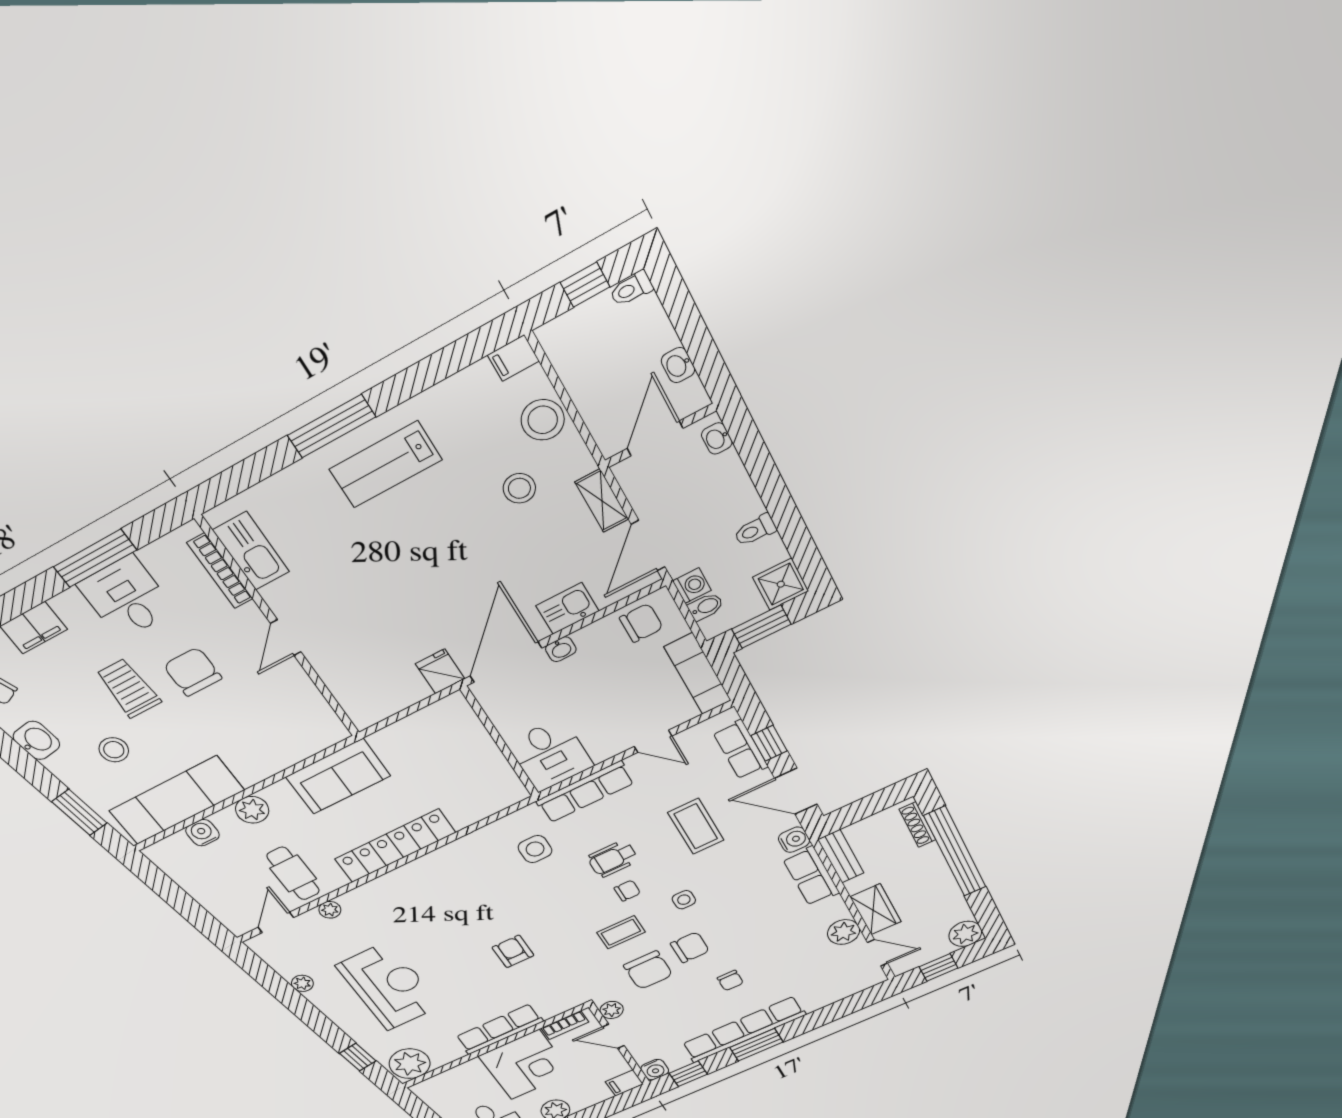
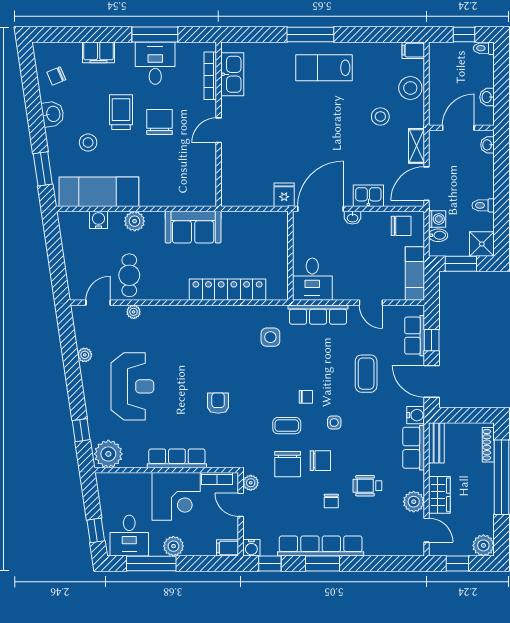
locker: (395, 846) -> (228, 290), moved
wheelchair: (613, 859) -> (367, 486), moved

